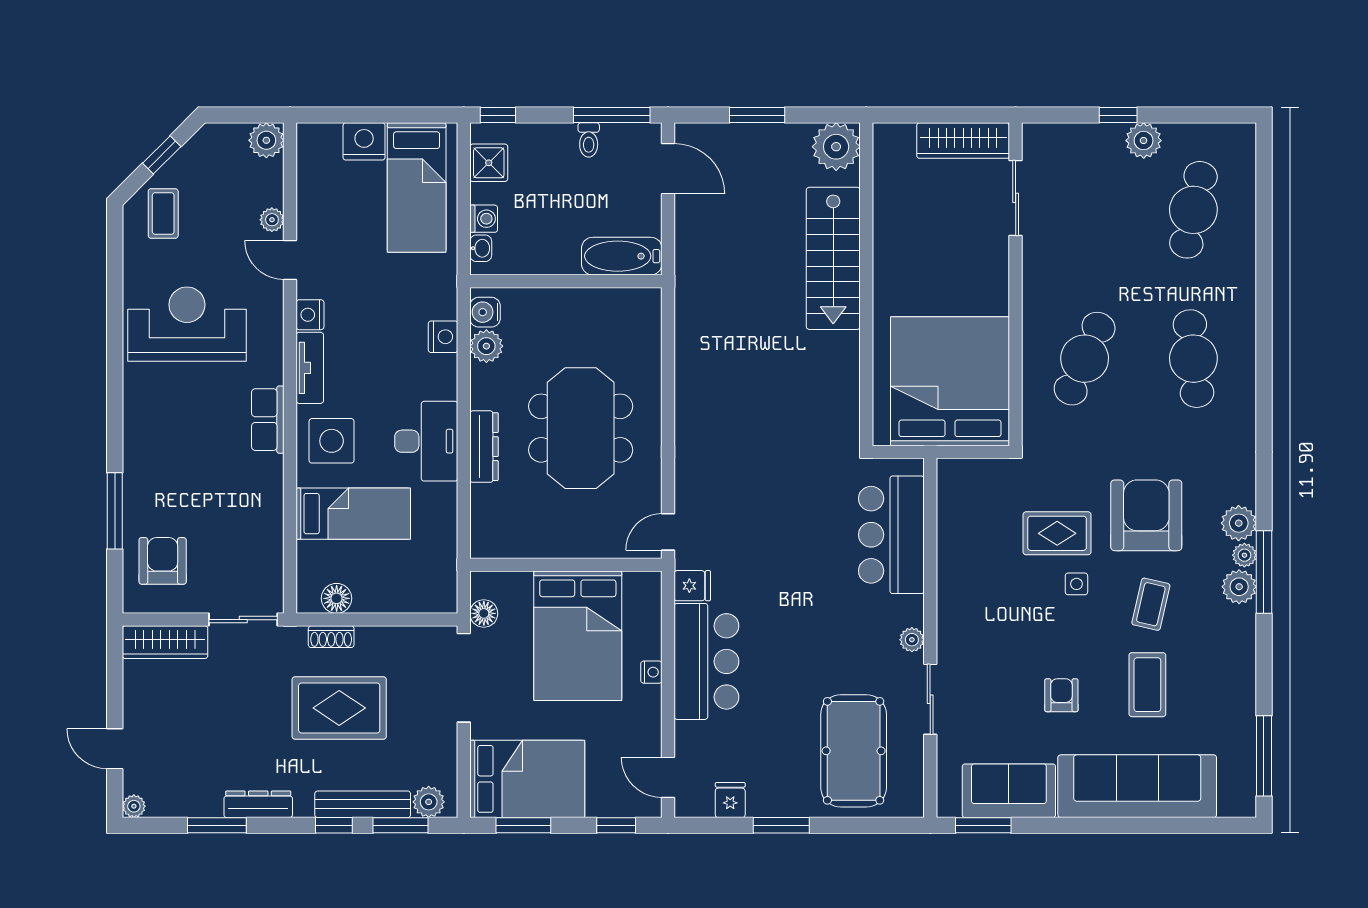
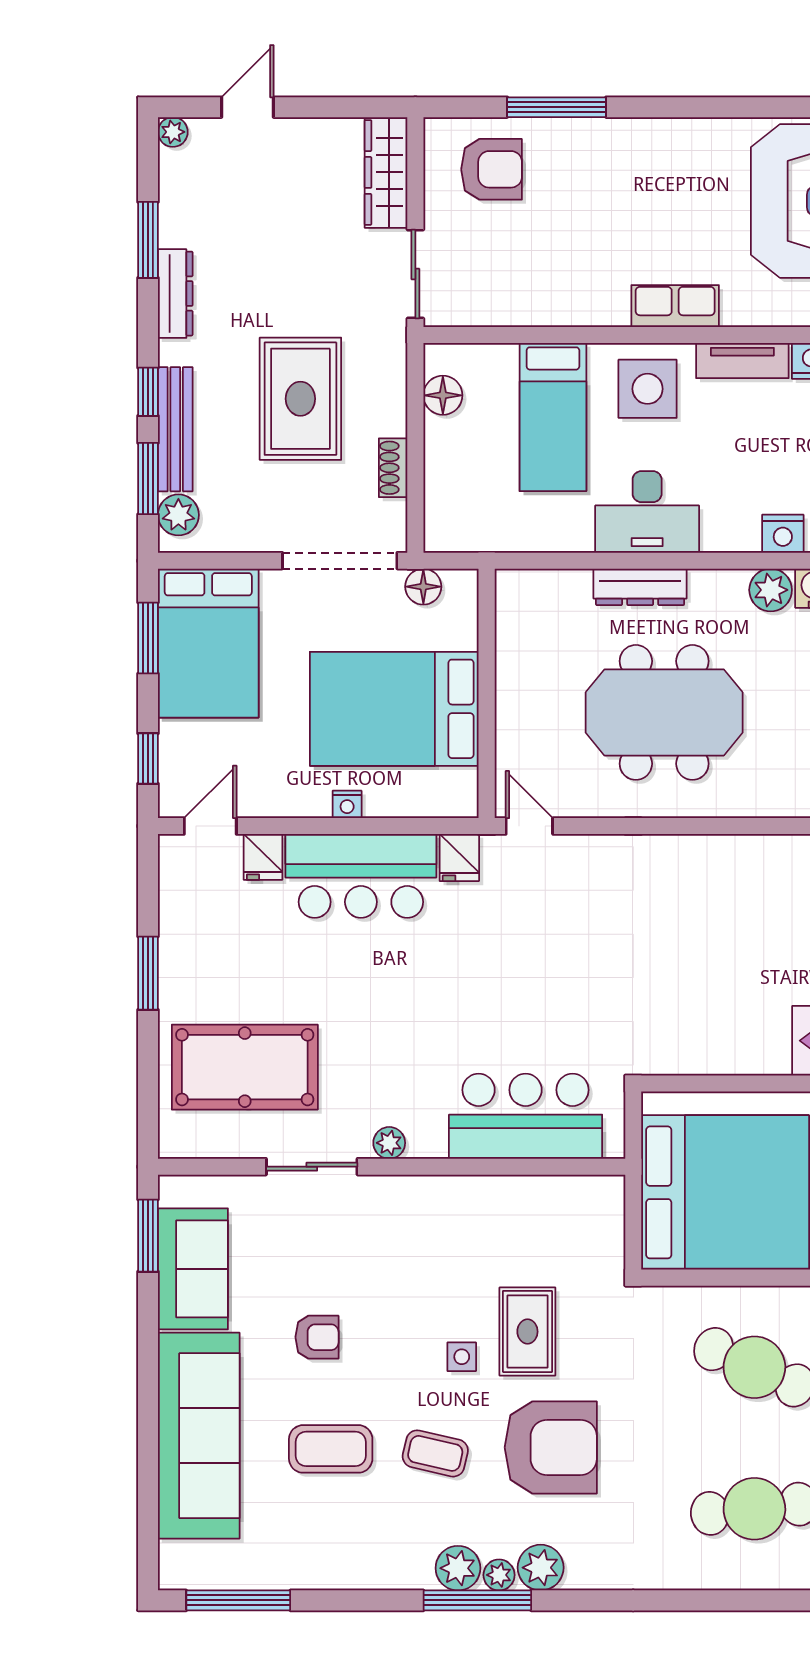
shoe rack: (331, 637) -> (393, 468), moved
fridge: (730, 800) -> (263, 857), moved, turned 90

